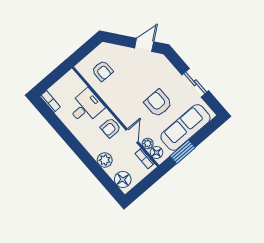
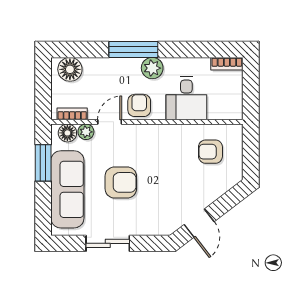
door: (132, 136) -> (110, 122), swing flipped
window: (84, 156) -> (133, 49), added
plant: (105, 160) -> (152, 68), moved

